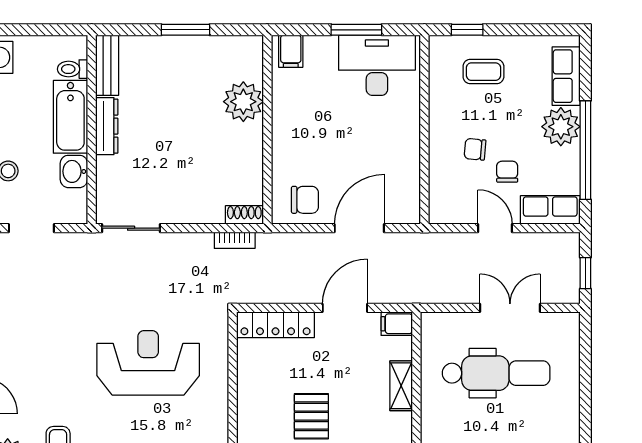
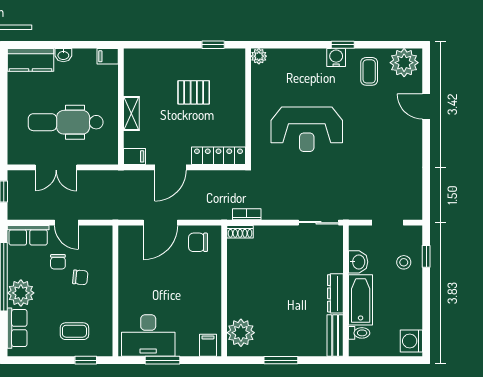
plant: (243, 102) -> (241, 333), moved
pallet: (311, 416) -> (194, 92), turned 90

